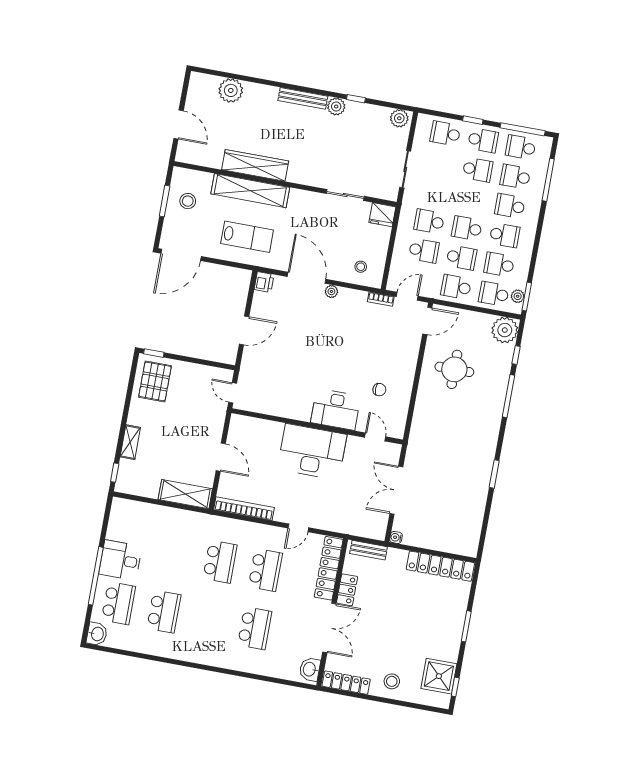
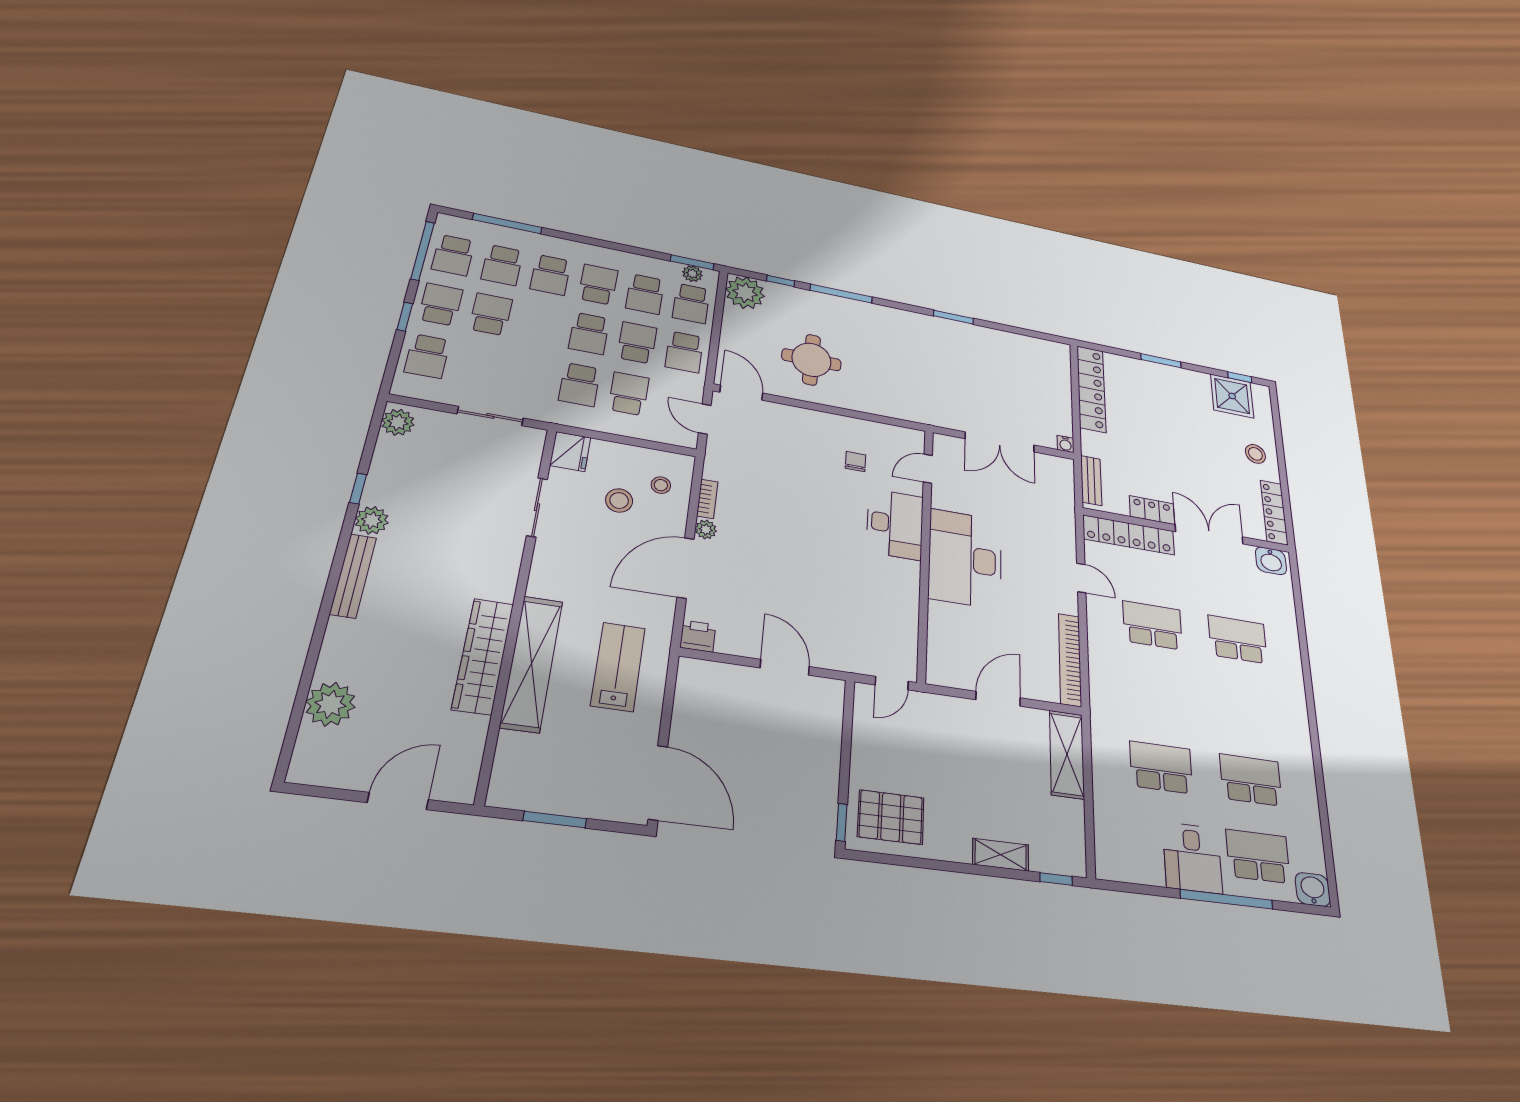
stool: (188, 201) -> (619, 500), moved
bookcase: (381, 299) -> (707, 499), moved
school desk: (220, 562) -> (1161, 767), moved

